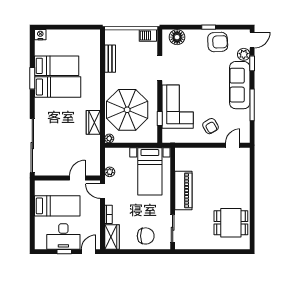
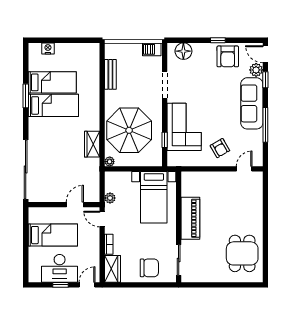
nightstand: (40, 35) -> (48, 48), moved
door: (252, 40) -> (265, 54), swing flipped
armchair: (218, 42) -> (228, 56), turned 93
dining table: (231, 223) -> (242, 253), turned 90

